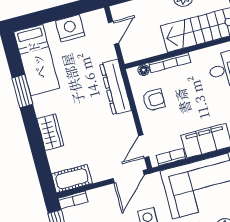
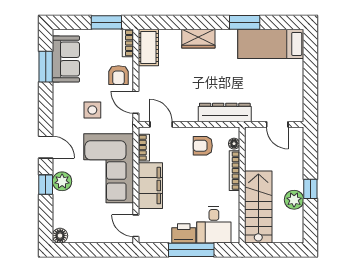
nightstand: (70, 28) -> (293, 84), removed
armchair: (154, 100) -> (203, 146), turned 90
door: (129, 177) -> (136, 102), width x0.73
armchair: (107, 201) -> (118, 75), added

